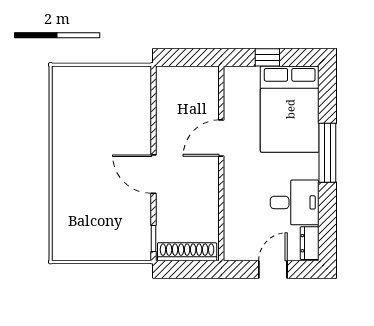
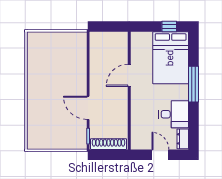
window: (267, 57) -> (169, 26), moved
door: (153, 174) -> (88, 108), moved
door: (273, 269) -> (160, 155), hinge flipped

